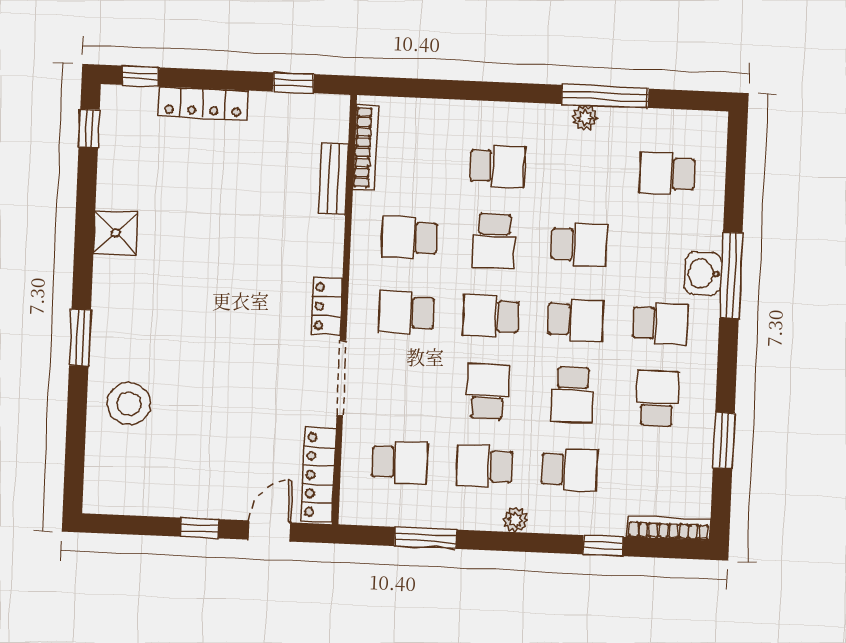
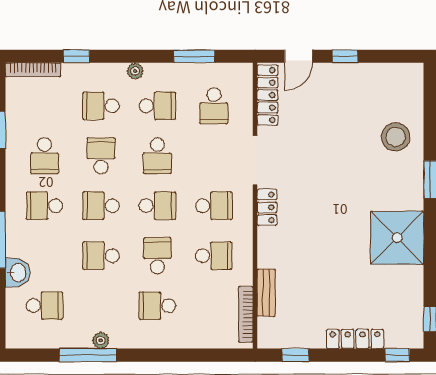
shower: (116, 233) -> (397, 238), width x1.86, depth x1.86
washbasin: (703, 273) -> (18, 273), moved
school desk: (400, 462) -> (214, 106), turned -90

